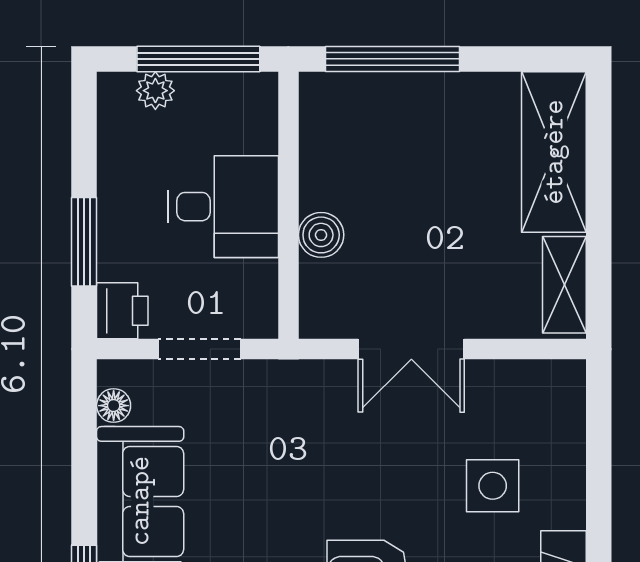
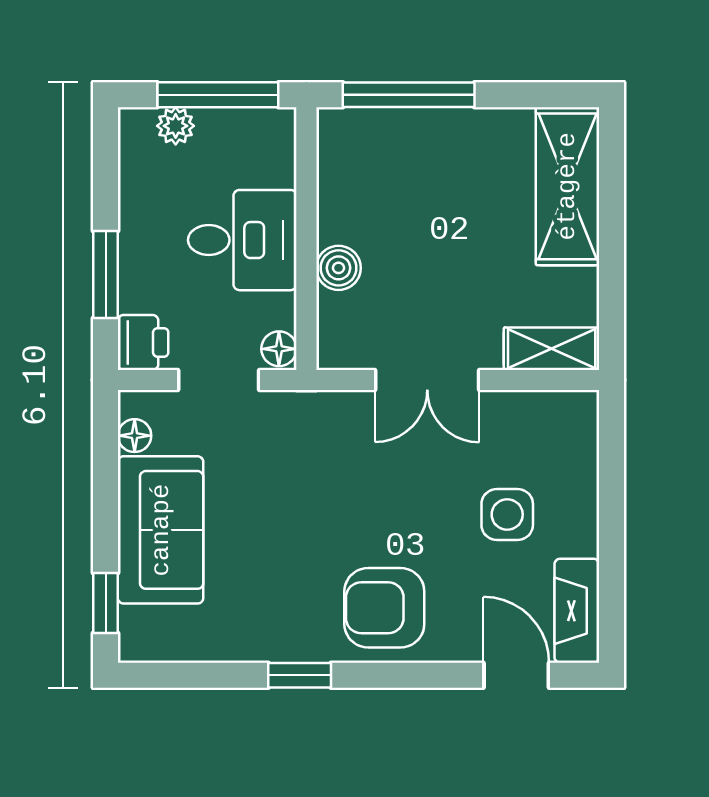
shelving: (564, 285) -> (552, 349), moved, turned 90
floor lamp: (261, 317) -> (279, 349), added

